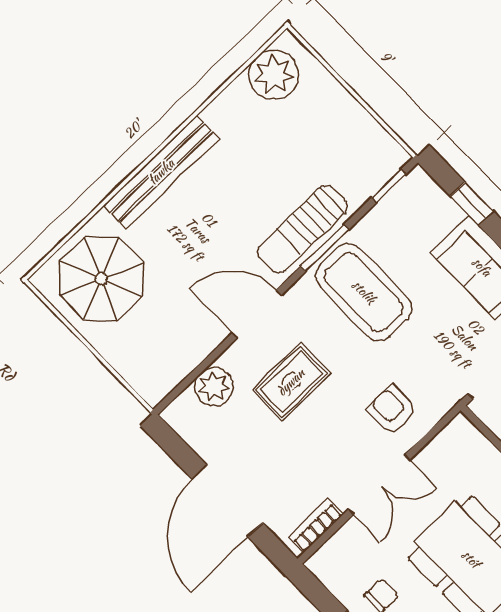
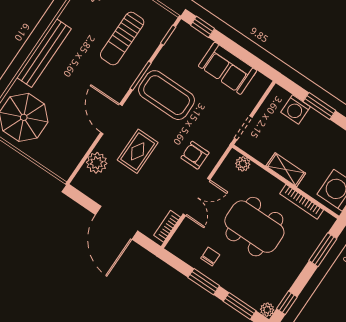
window: (472, 204) -> (203, 27), moved
sun lounger: (303, 229) -> (122, 39), moved
door: (257, 314) -> (111, 119), hinge flipped
plant: (474, 443) -> (243, 164), added

